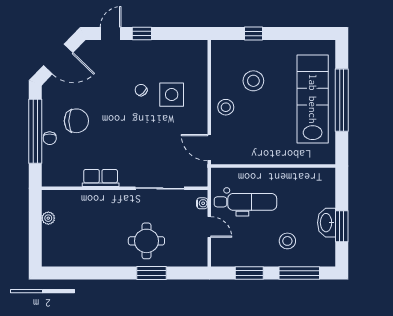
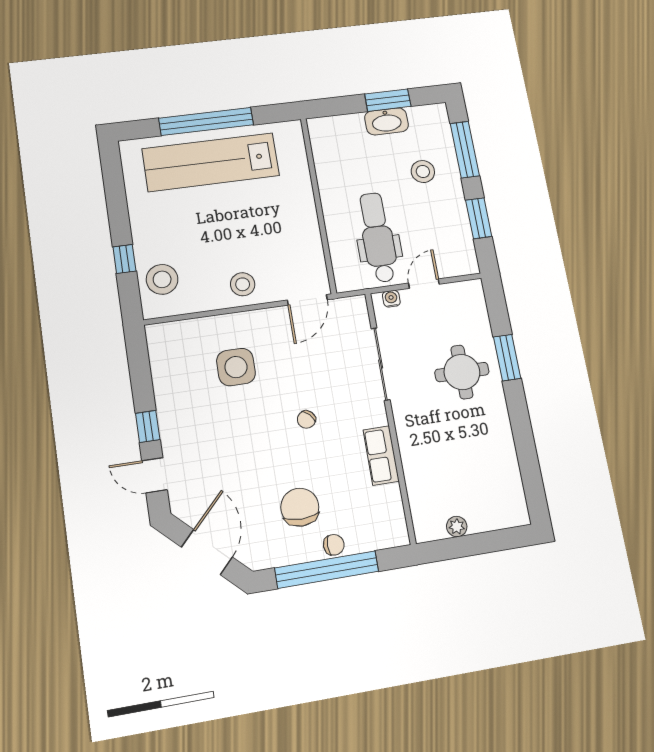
stool: (253, 81) -> (162, 279), moved
chair: (141, 90) -> (306, 419), moved

